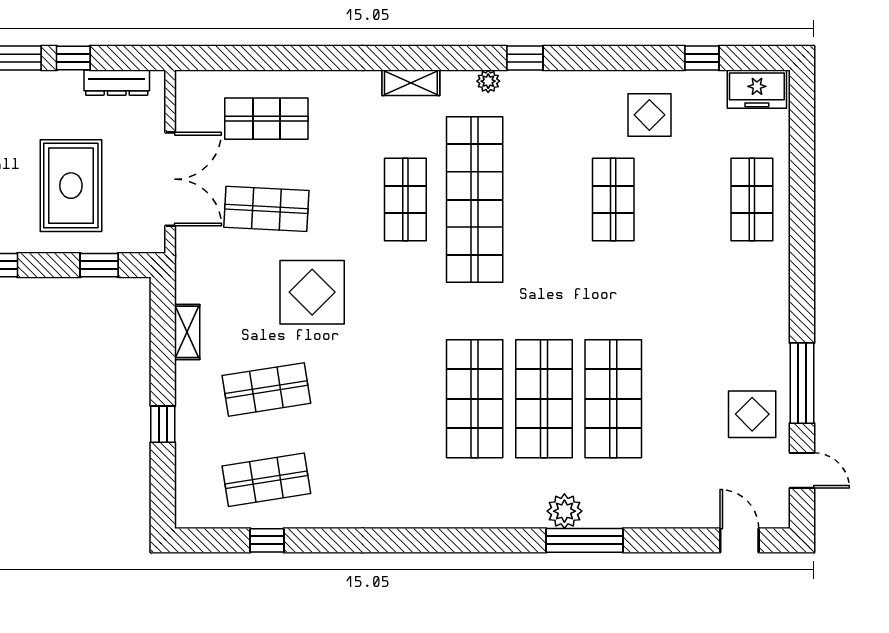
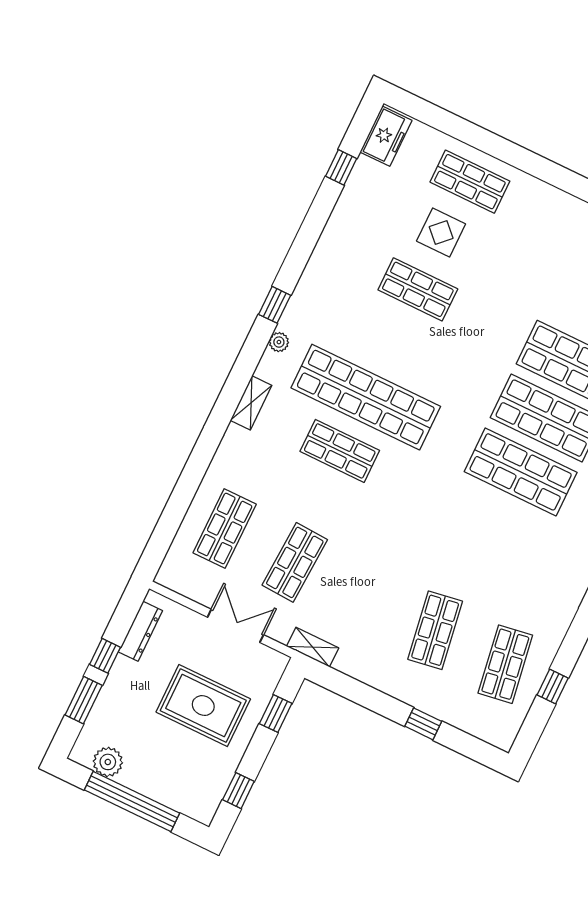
display table: (649, 115) -> (441, 233), moved
double door: (170, 179) -> (236, 626), width x0.73
display table: (312, 292) -> (377, 558), removed
shelving: (187, 332) -> (313, 647), moved

